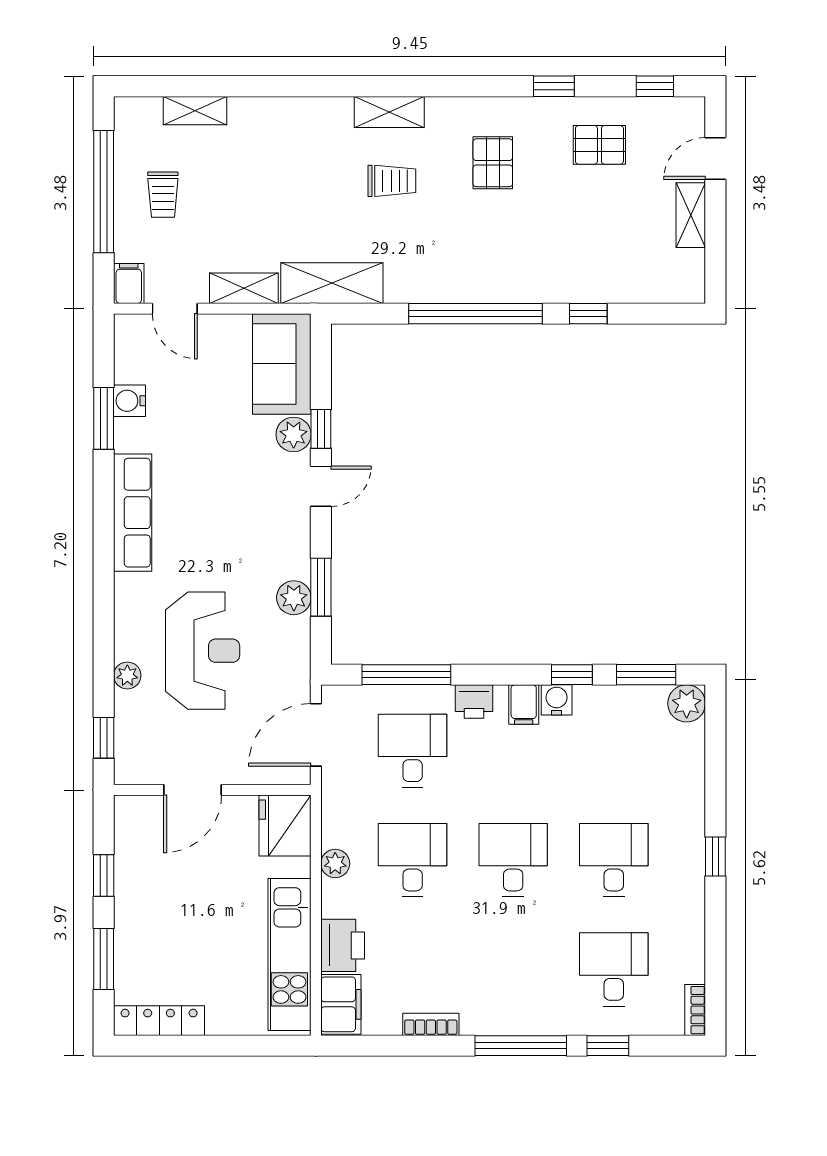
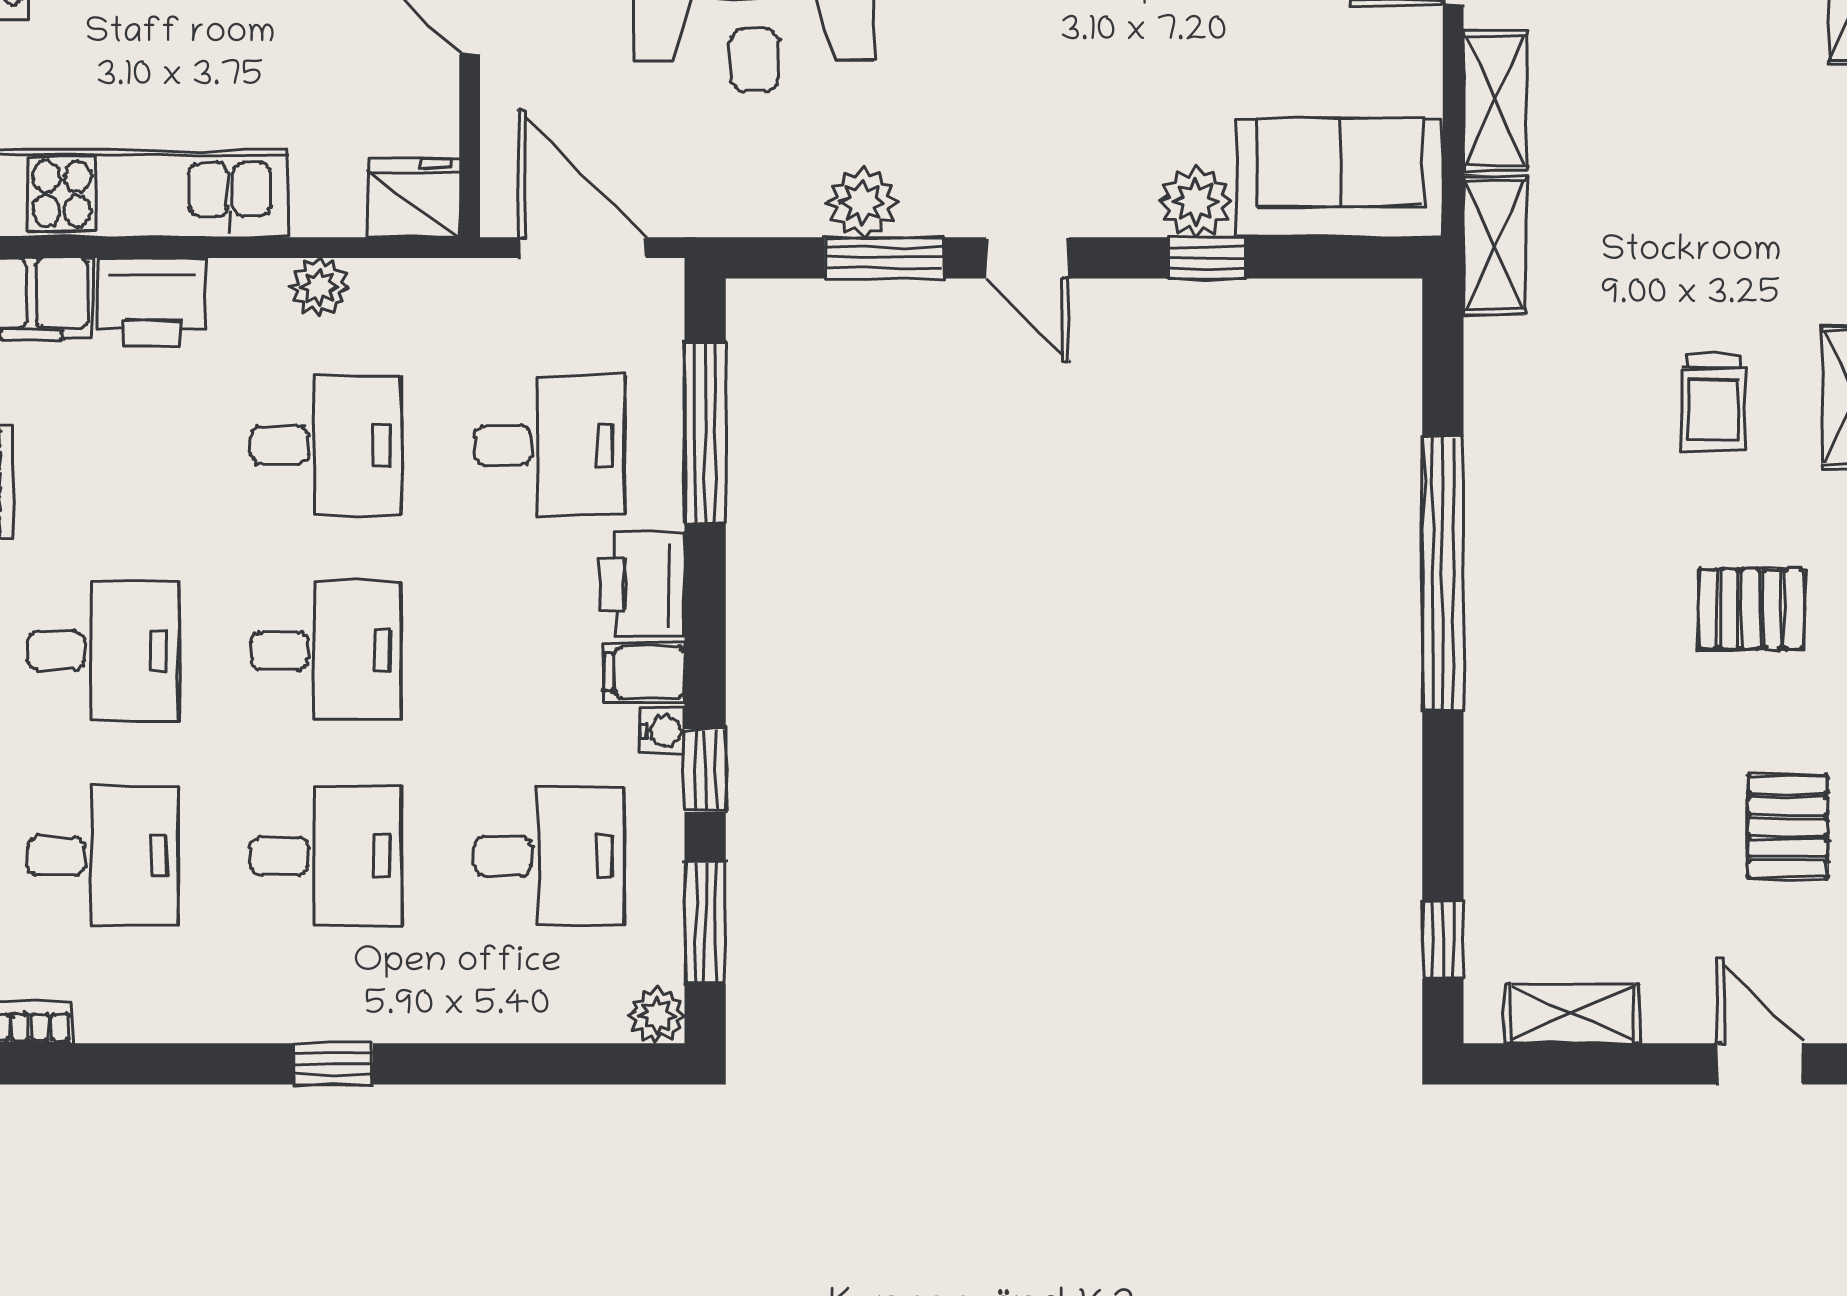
shelving: (691, 215) -> (1572, 1013), moved
shelving: (332, 283) -> (1495, 245), width x0.67, depth x0.75
window: (588, 314) -> (1443, 940), moved
door: (321, 486) -> (1027, 258), moved
water cooler: (557, 700) -> (662, 731), width x0.72, depth x0.72
printer: (474, 702) -> (642, 584), width x1.36, depth x1.24
plant: (687, 703) -> (657, 1015), width x0.73, depth x0.73
desk: (614, 751) -> (550, 856), added
fridge: (285, 826) -> (413, 198), width x0.73, depth x0.75
desk: (513, 969) -> (103, 651), added

